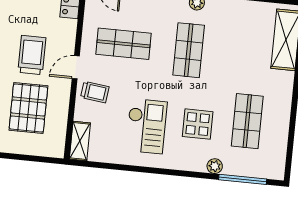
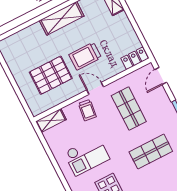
trolley: (32, 55) -> (85, 56), turned 180

